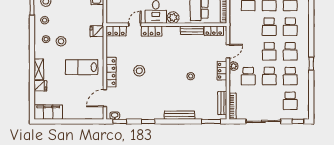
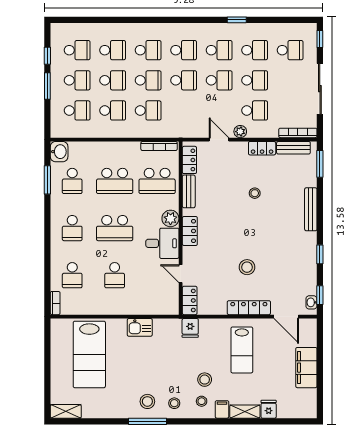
locker: (152, 31) -> (190, 231), moved
filing cabinet: (40, 53) -> (222, 409), added
locker: (222, 71) -> (262, 148), moved
filing cabinet: (48, 112) -> (306, 368), moved

